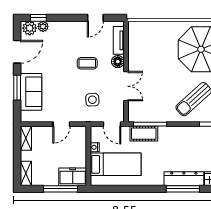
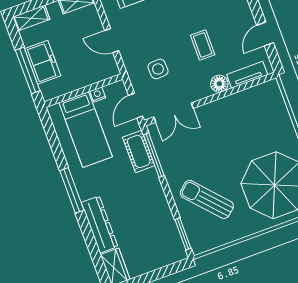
door: (95, 18) -> (265, 34), hinge flipped
double door: (126, 86) -> (174, 113), moved
freezer: (73, 177) -> (43, 62), moved
window: (183, 189) -> (72, 190), moved

